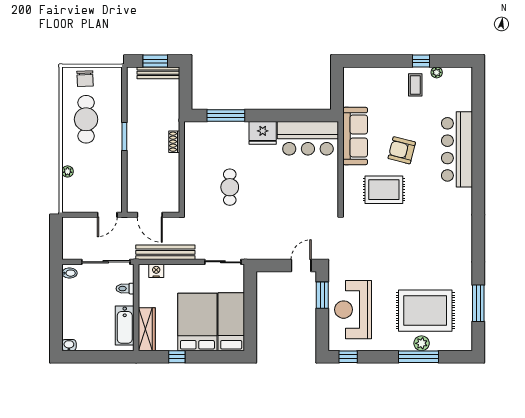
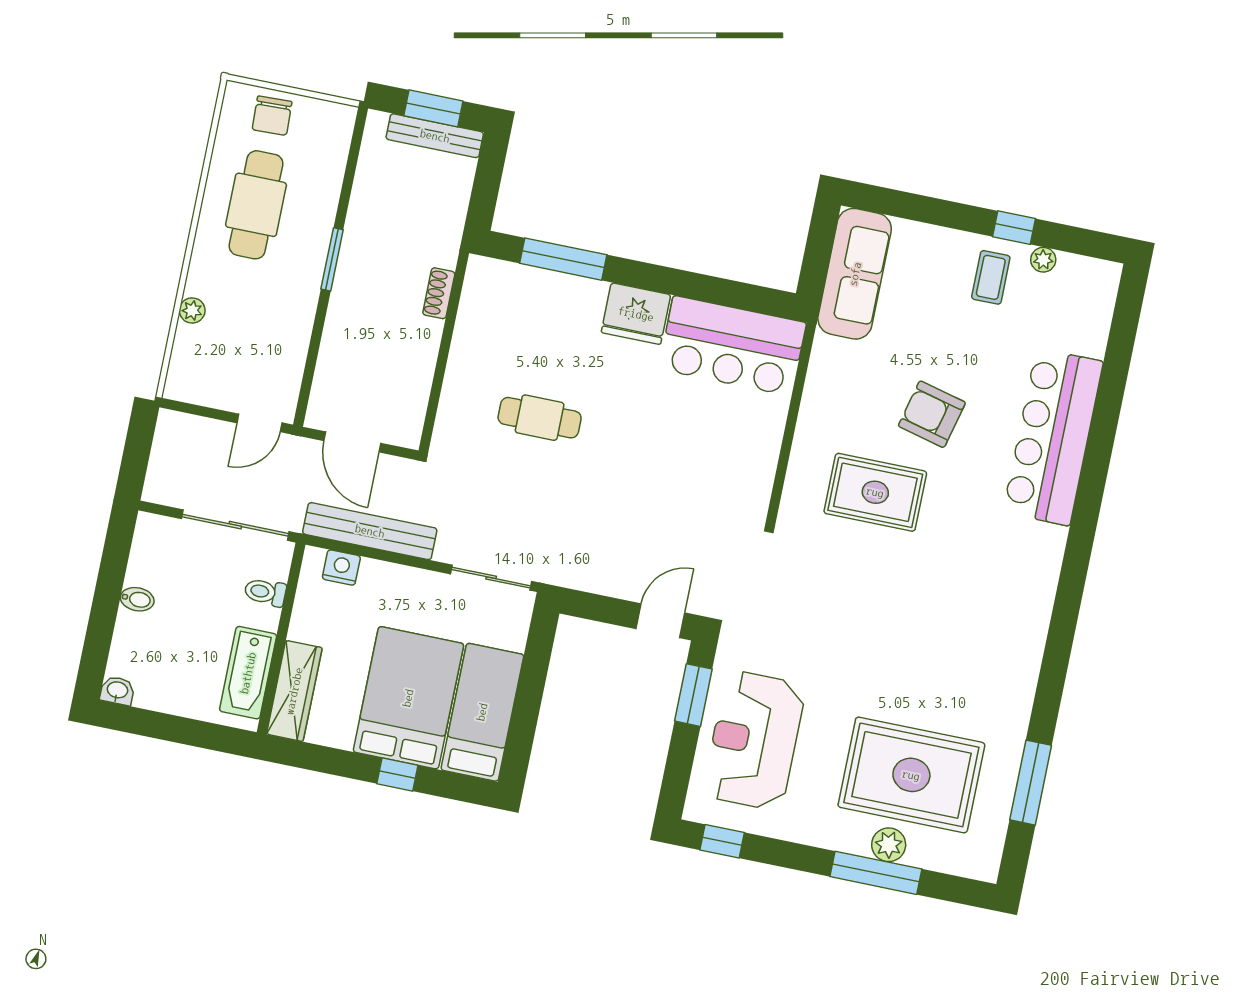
sofa: (355, 136) -> (855, 274), moved
cafe table: (230, 187) -> (540, 418), turned 90
bidet: (69, 273) -> (137, 599), moved
window: (177, 357) -> (397, 775), moved

